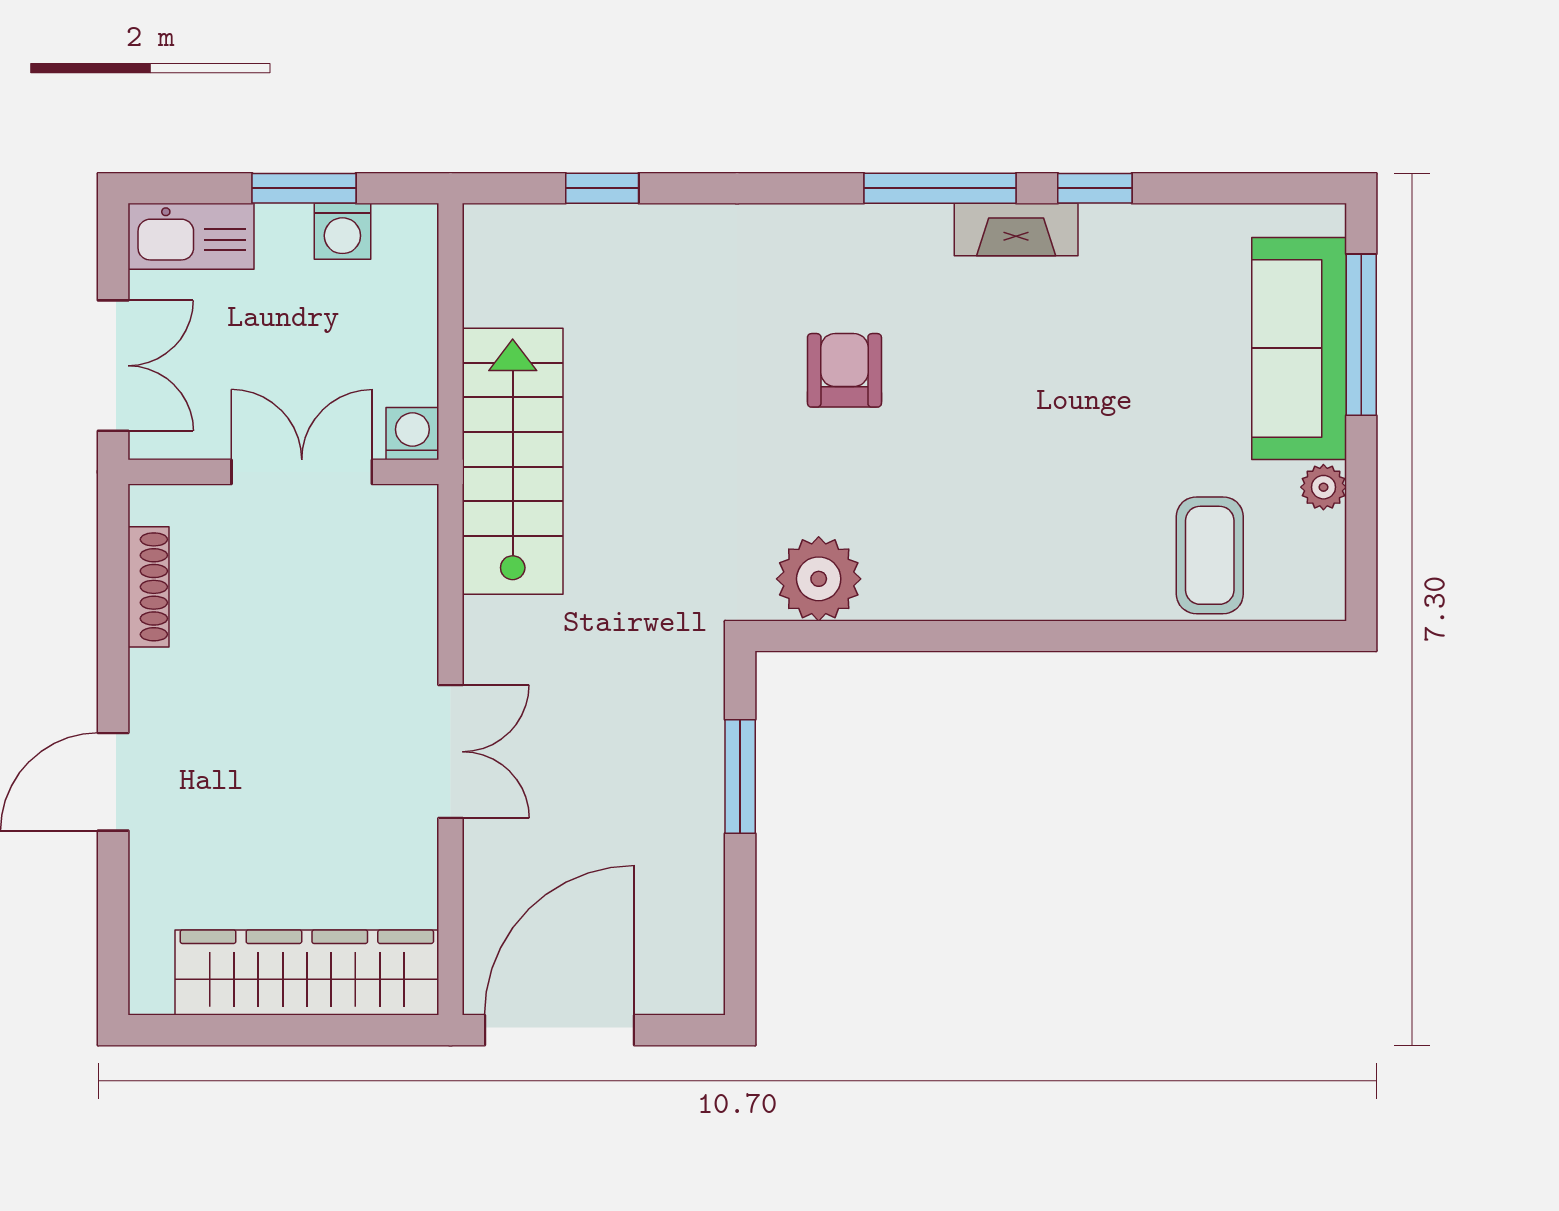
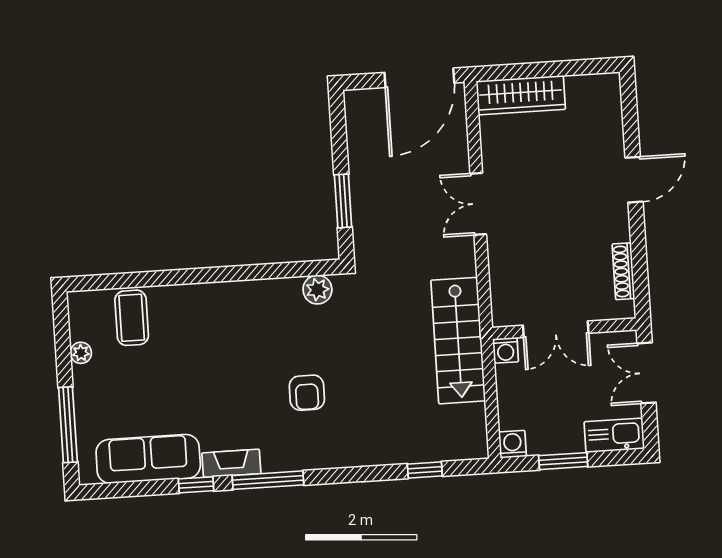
washing machine: (342, 231) -> (513, 444), moved
sofa: (1299, 348) -> (148, 459), moved, turned -90
plant: (819, 579) -> (317, 290), width x0.73, depth x0.73
wardrobe: (307, 973) -> (521, 95), width x0.71, depth x0.85

